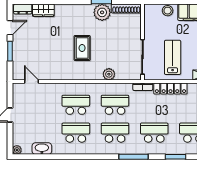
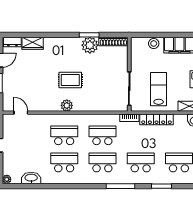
rug: (82, 48) -> (70, 80), turned 90
plant: (109, 74) -> (67, 105), moved

